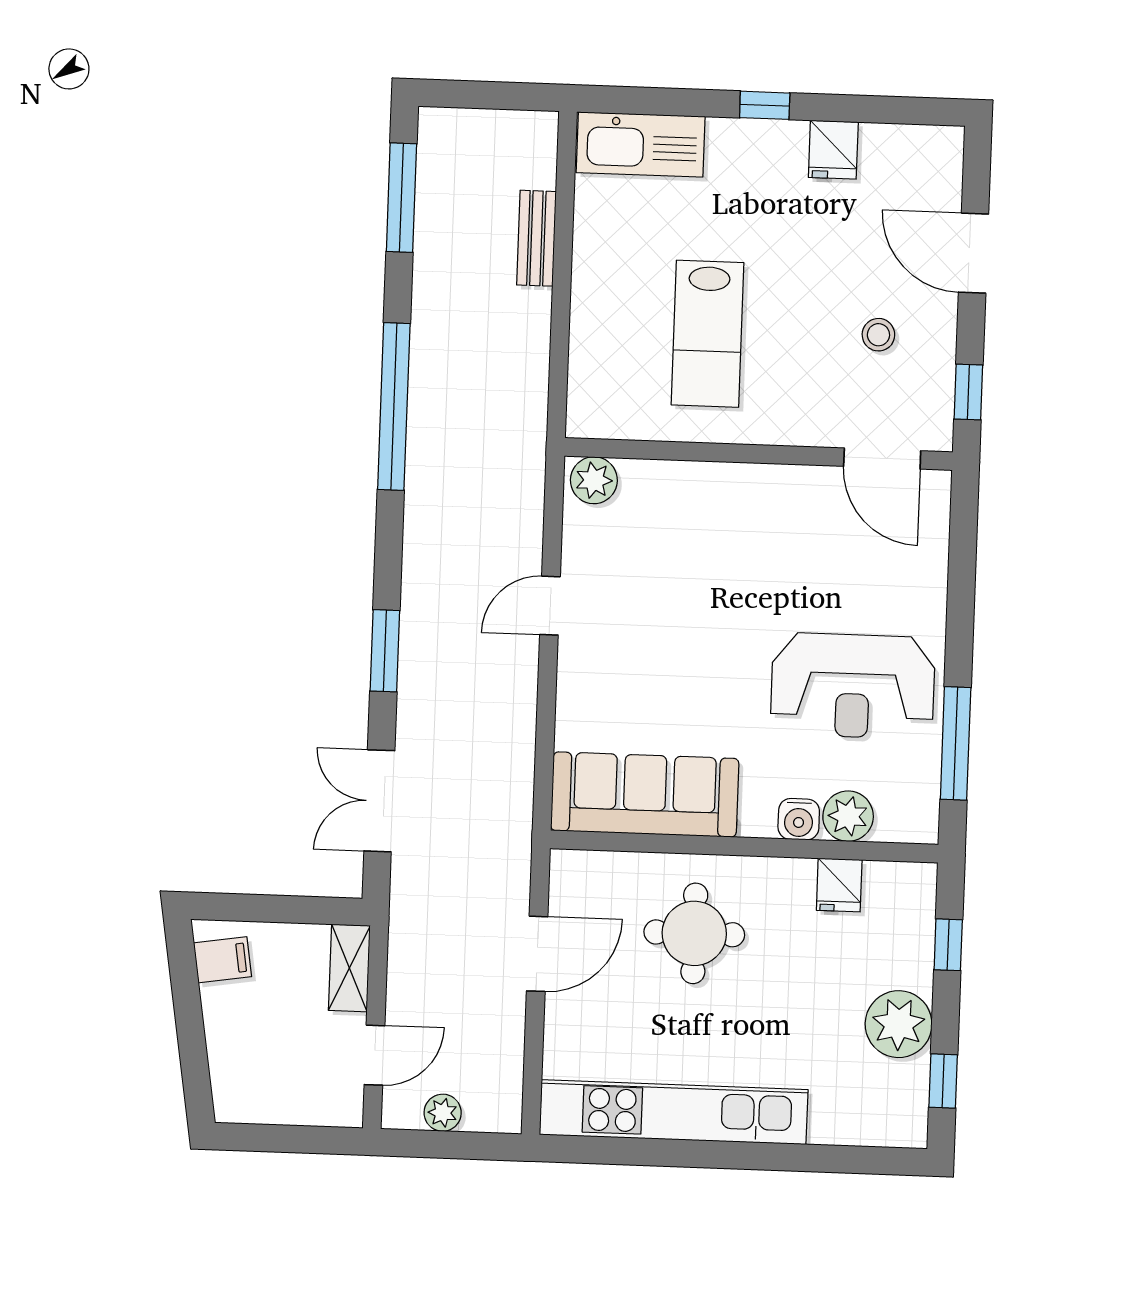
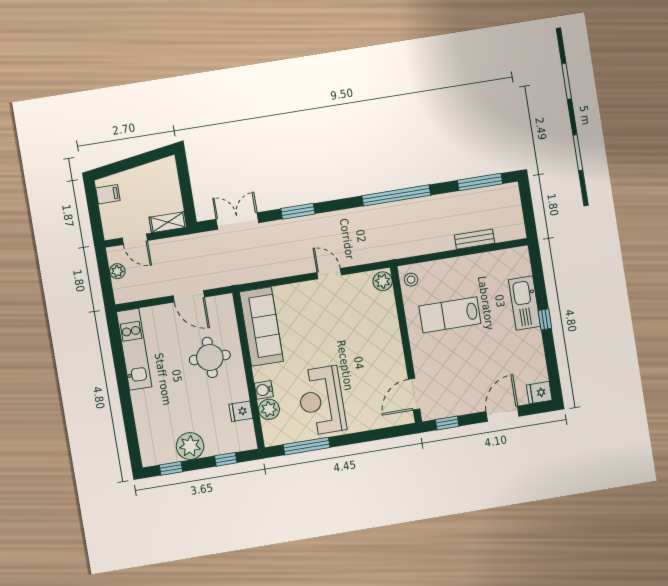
kitchen sink: (641, 144) -> (524, 303), moved
fridge: (833, 150) -> (539, 393), moved
stool: (878, 335) -> (411, 280), moved
filing cabinet: (223, 960) -> (108, 194), moved, turned -81
kitchen unit: (674, 1112) -> (134, 349), width x0.73

